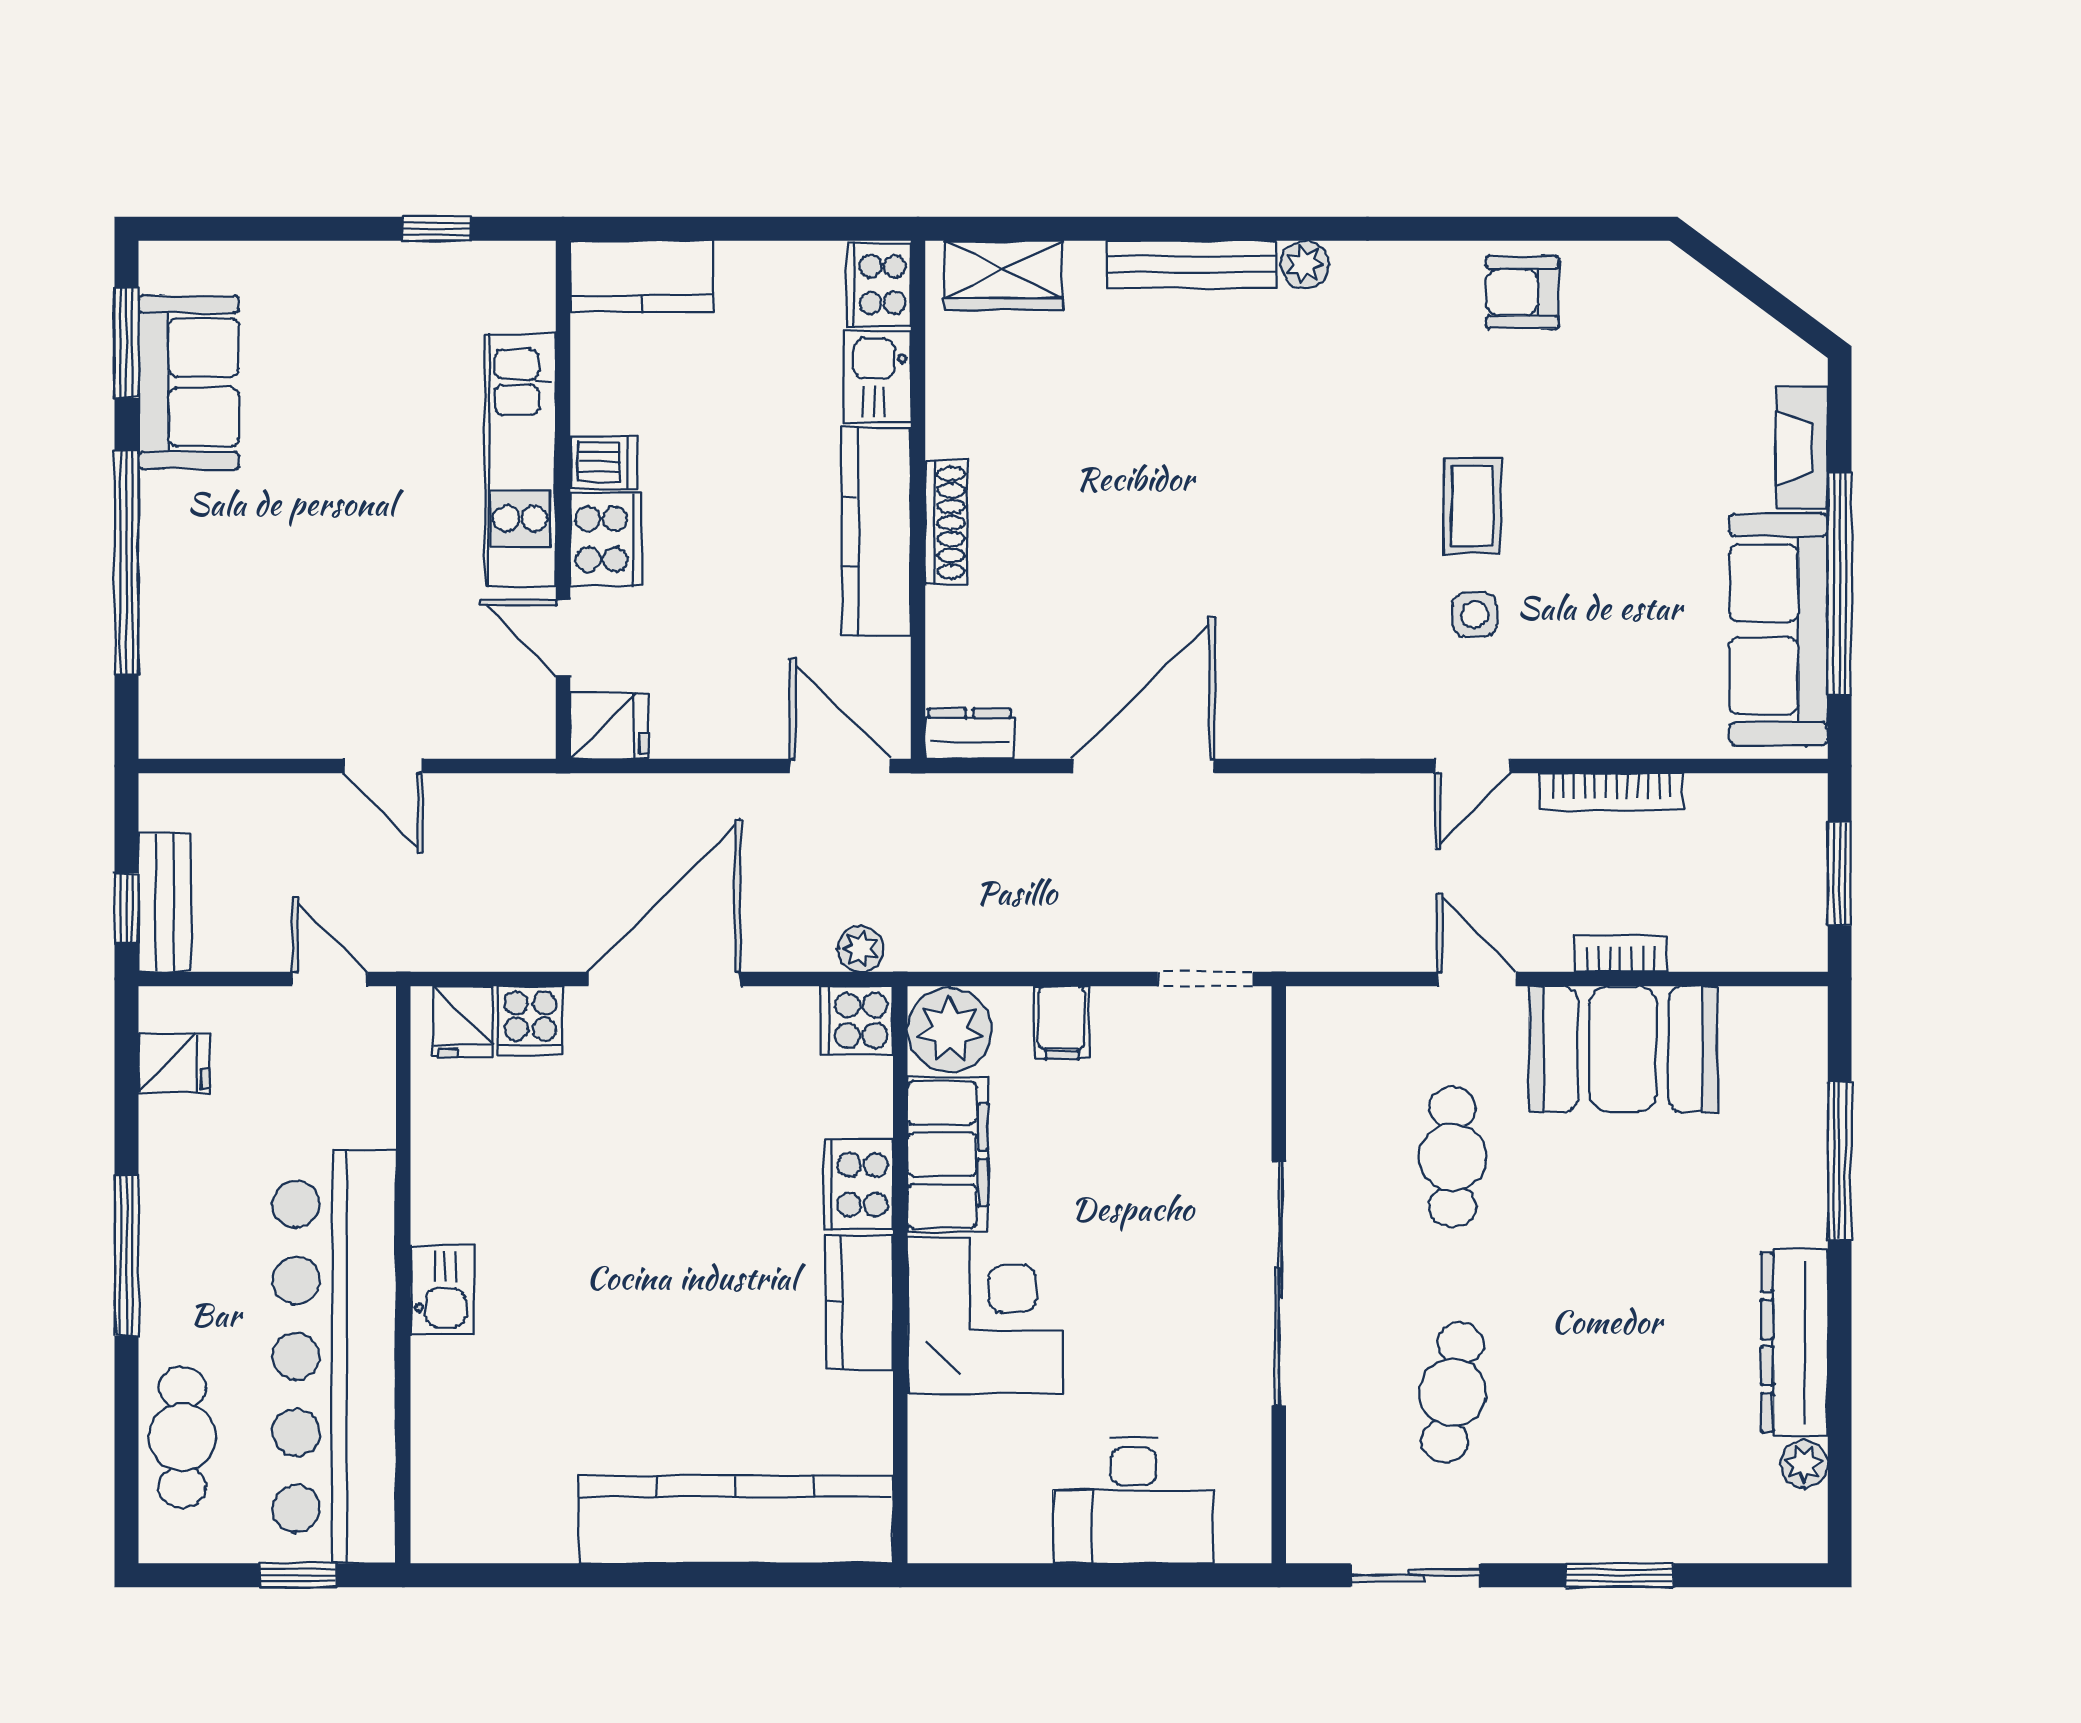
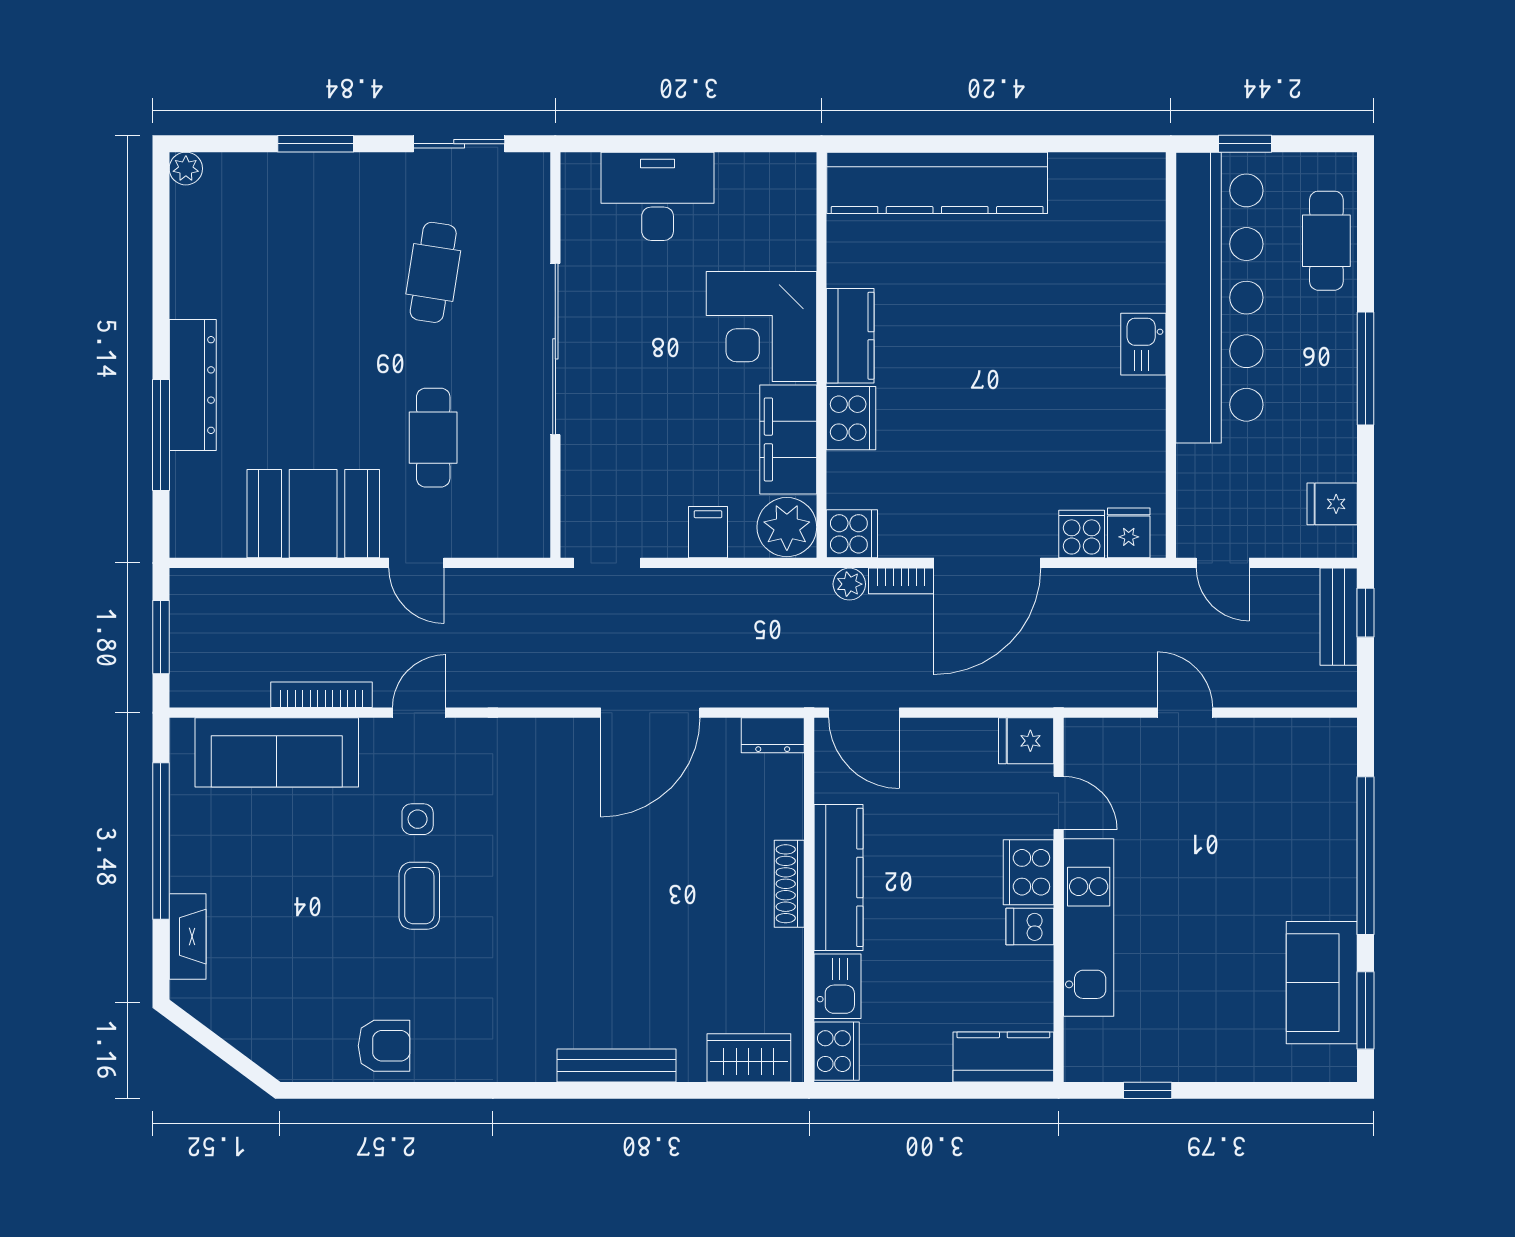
plant: (1305, 264) -> (537, 1065), removed
sofa: (1778, 629) -> (277, 752), moved, turned 90
bookcase: (1621, 953) -> (901, 581), moved
dresser: (1794, 1343) -> (193, 385), moved
plant: (1804, 1464) -> (186, 169), moved

